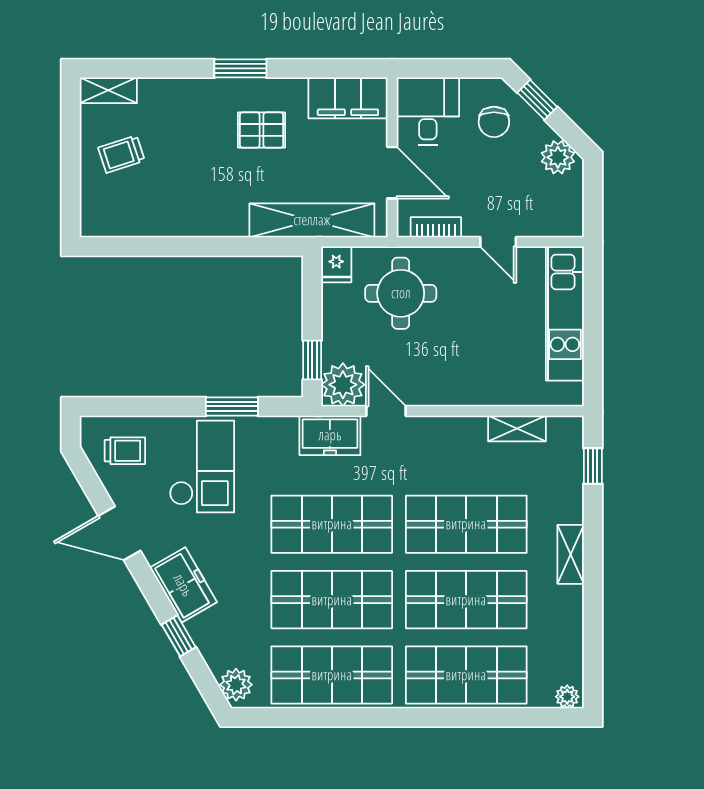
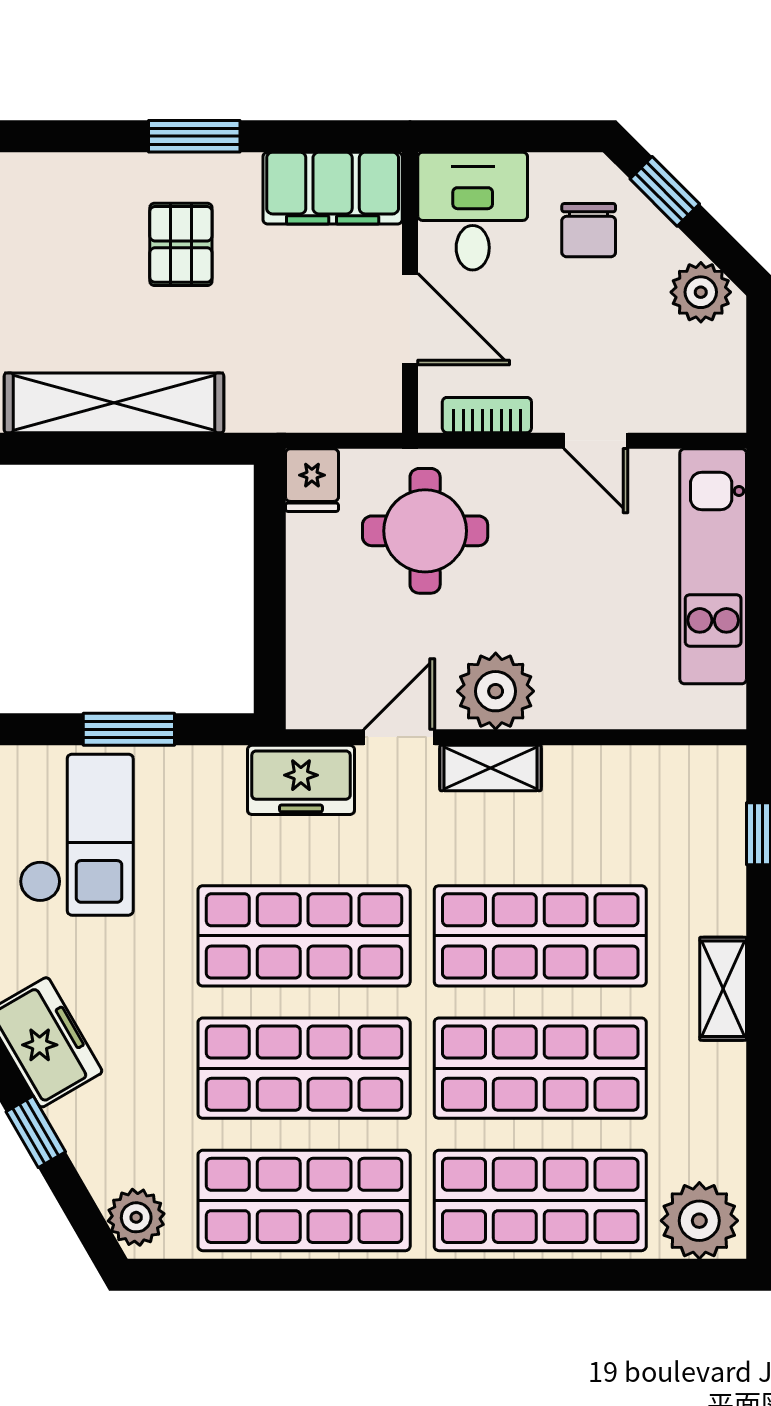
window: (240, 68) -> (194, 136), moved
pallet: (262, 130) -> (181, 244), turned 90
shelving: (312, 220) -> (114, 403), moved
window: (312, 360) -> (270, 648), removed
plant: (343, 385) -> (496, 691), moved
door: (386, 411) -> (399, 737), hinge flipped
shelving: (517, 428) -> (491, 768), moved
plant: (567, 697) -> (699, 1221), width x1.88, depth x1.88

